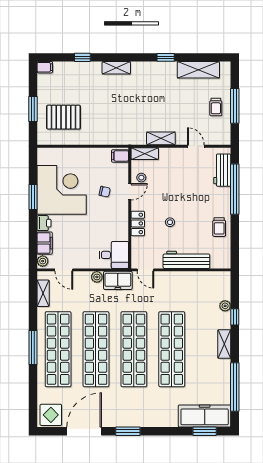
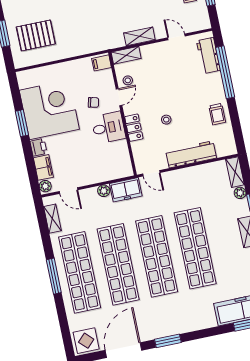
desk: (114, 255) -> (108, 128), moved
shelving: (224, 285) -> (235, 172), added

